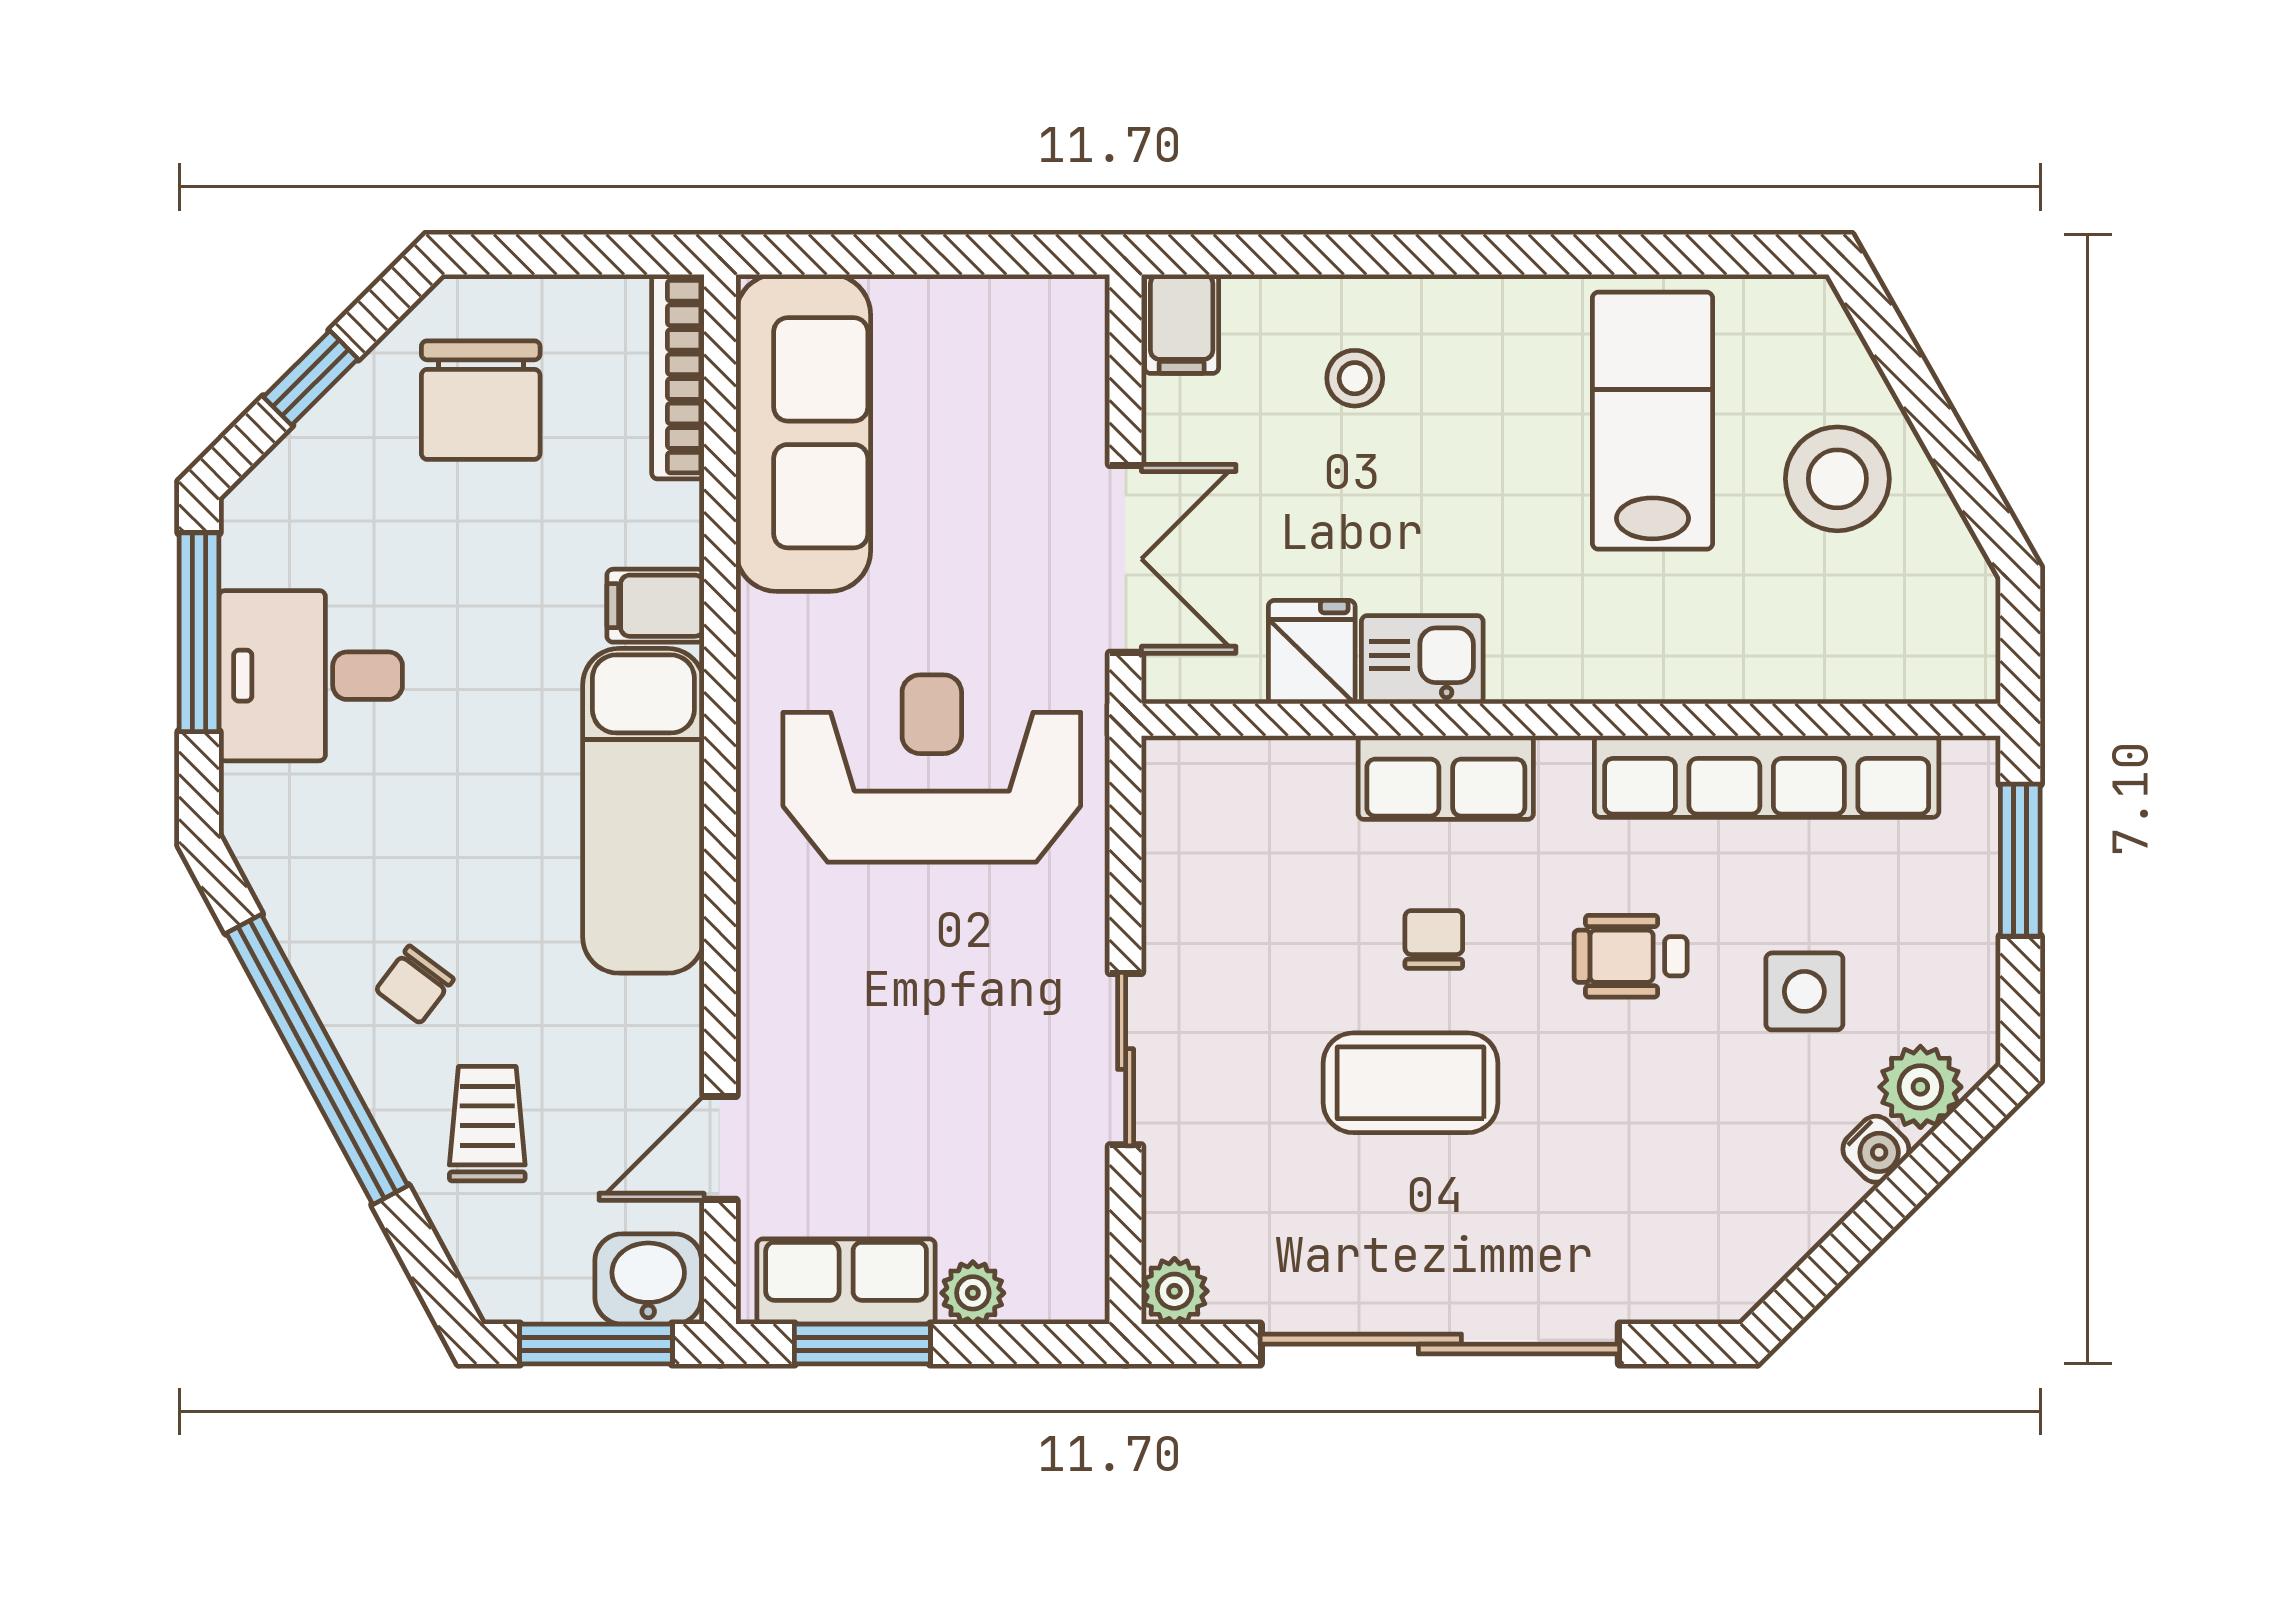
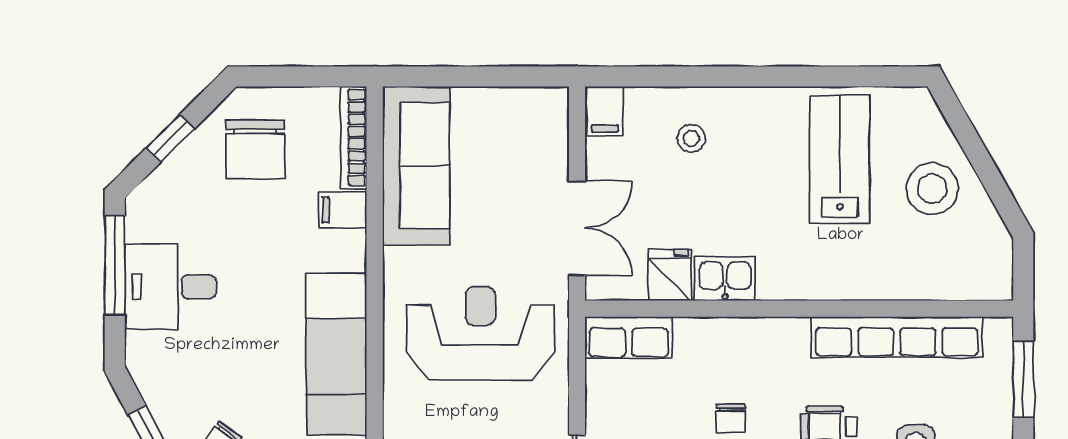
filing cabinet: (655, 606) -> (342, 210), moved
row of seats: (1446, 778) -> (629, 338), moved
chair: (1434, 939) -> (731, 418), turned 180

